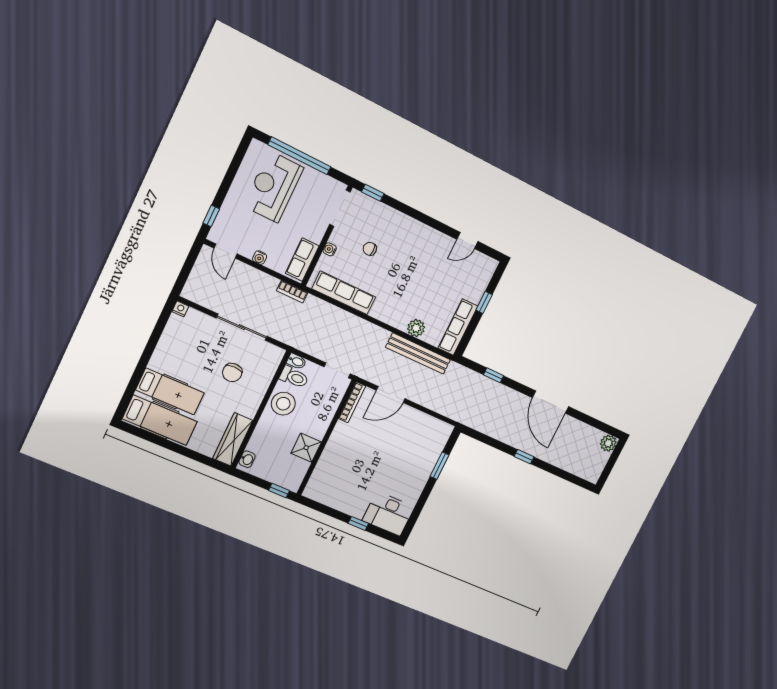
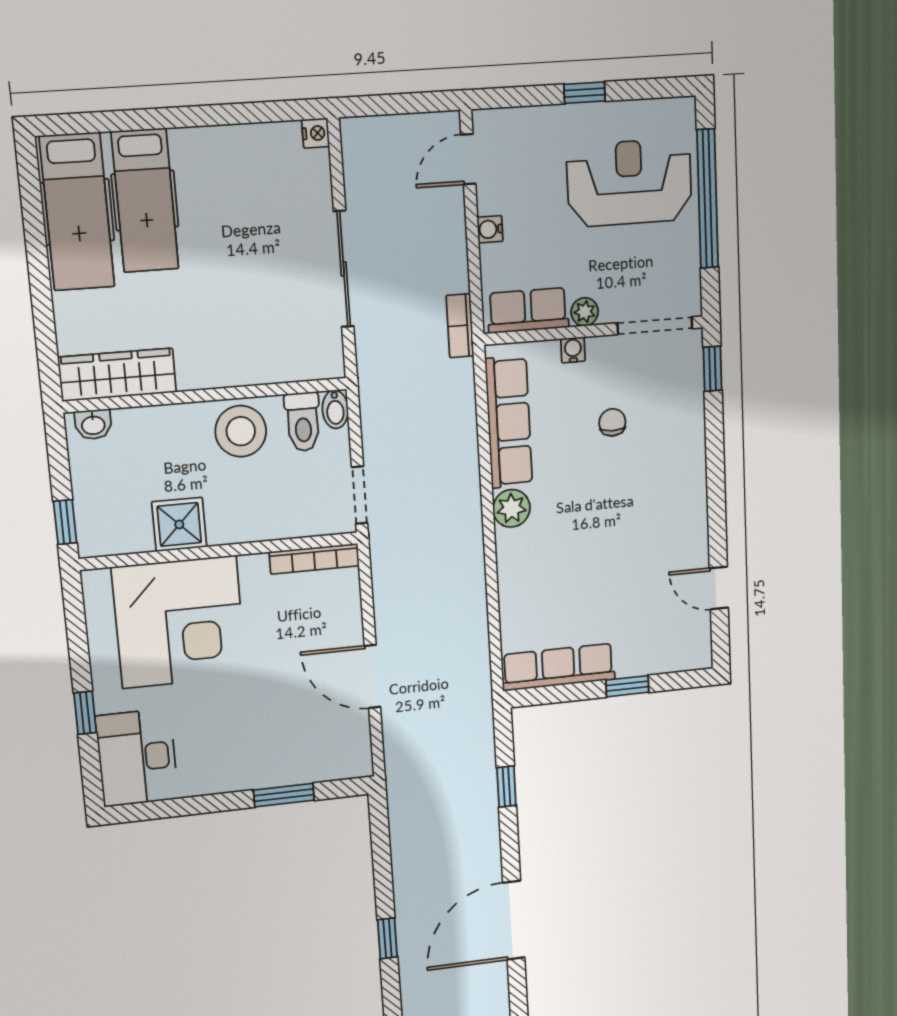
window: (211, 216) -> (585, 93), moved
plant: (317, 236) -> (585, 312), added
plant: (416, 328) -> (511, 508), moved
bench: (418, 353) -> (472, 625), removed
chair: (232, 373) -> (248, 300), removed
door: (391, 395) -> (372, 676), moved
corner desk: (345, 469) -> (179, 622), added

